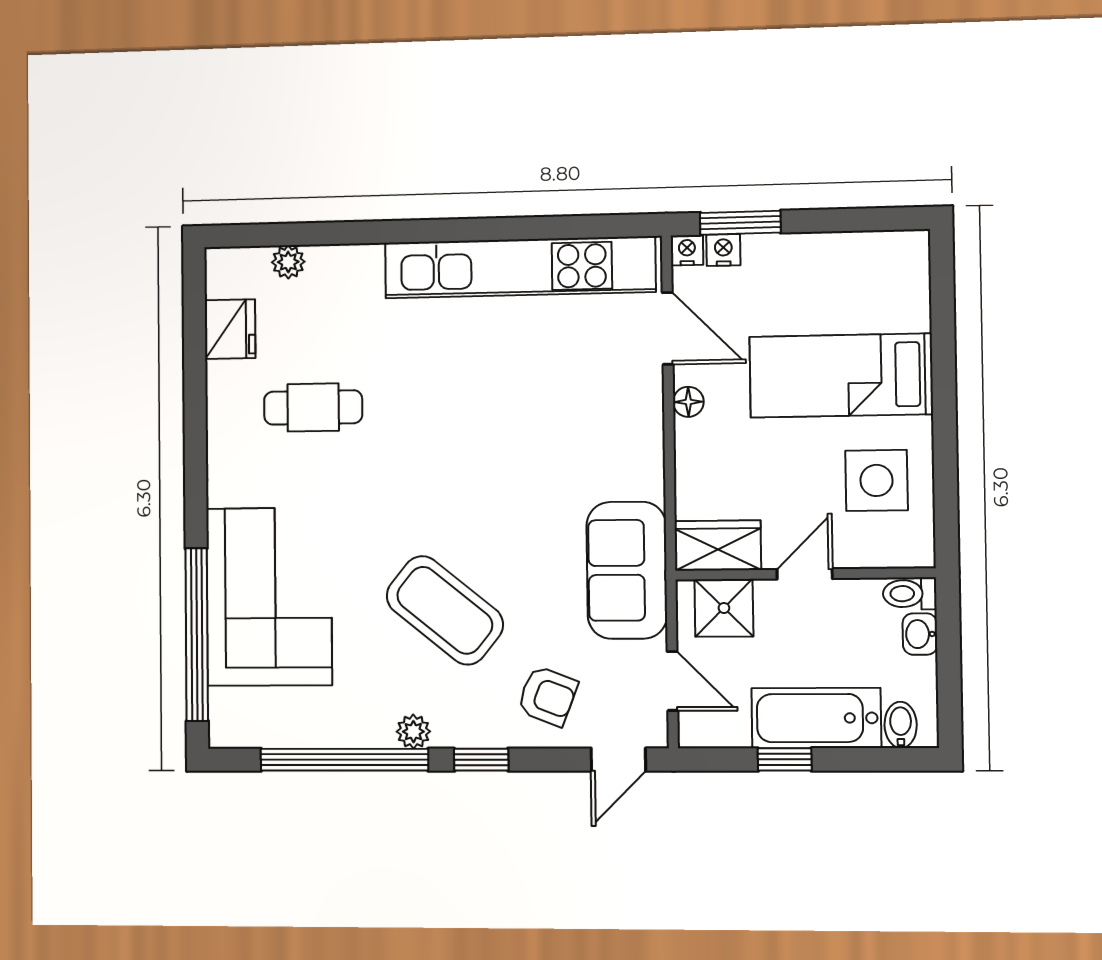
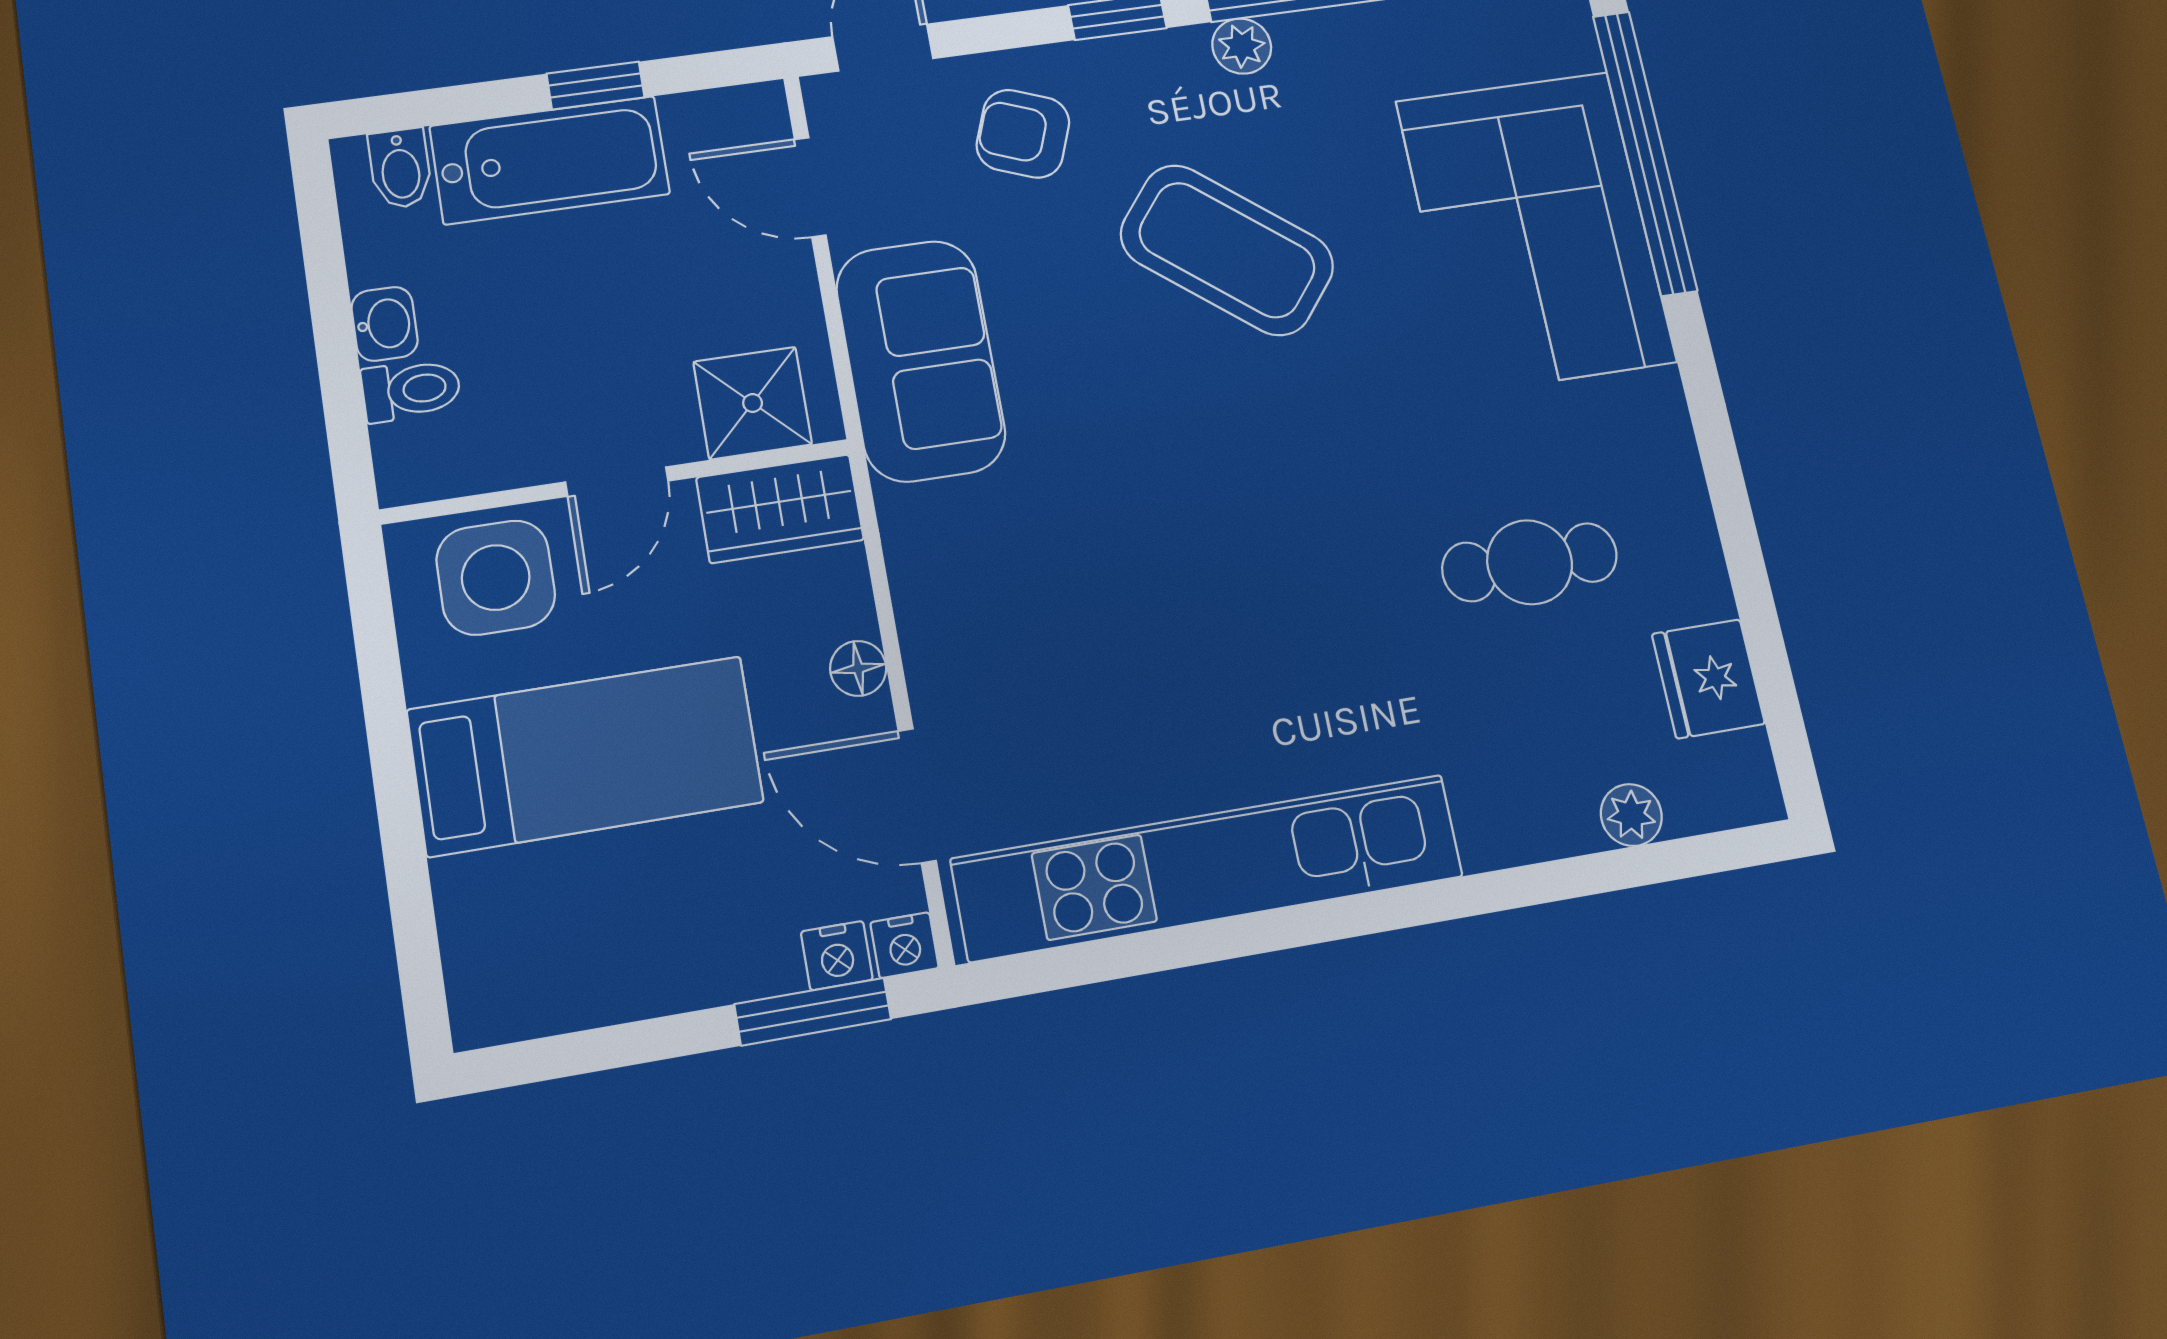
wardrobe: (718, 546) -> (780, 509), moved
door: (805, 574) -> (617, 482), moved
wall: (805, 574) -> (616, 482), moved
shower: (724, 608) -> (753, 403), moved

